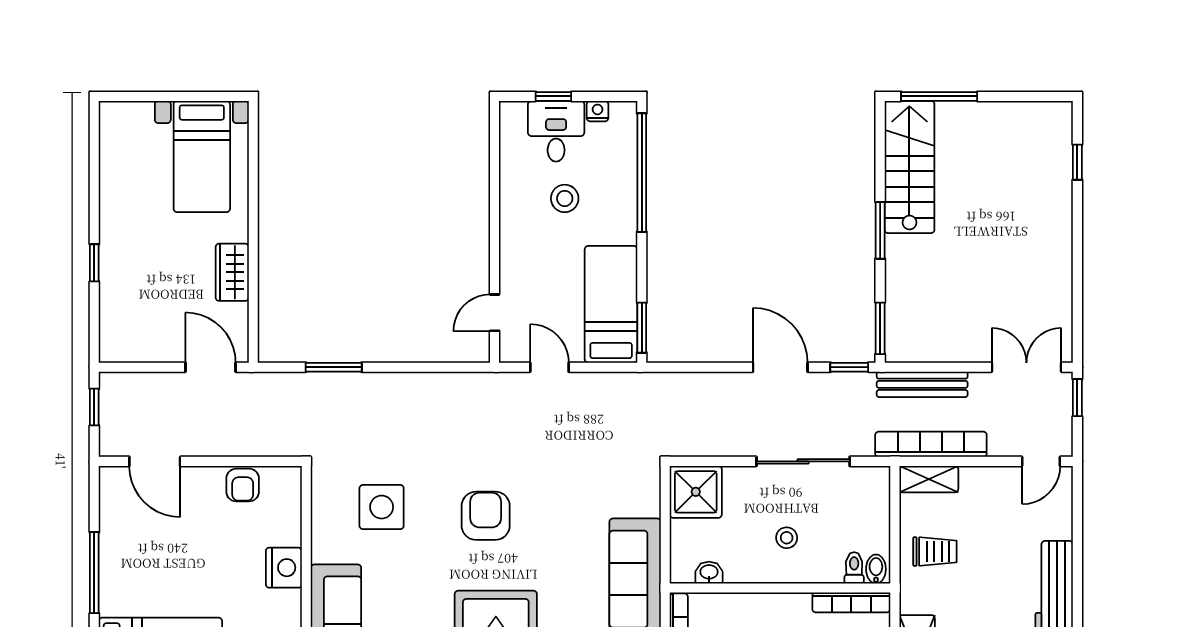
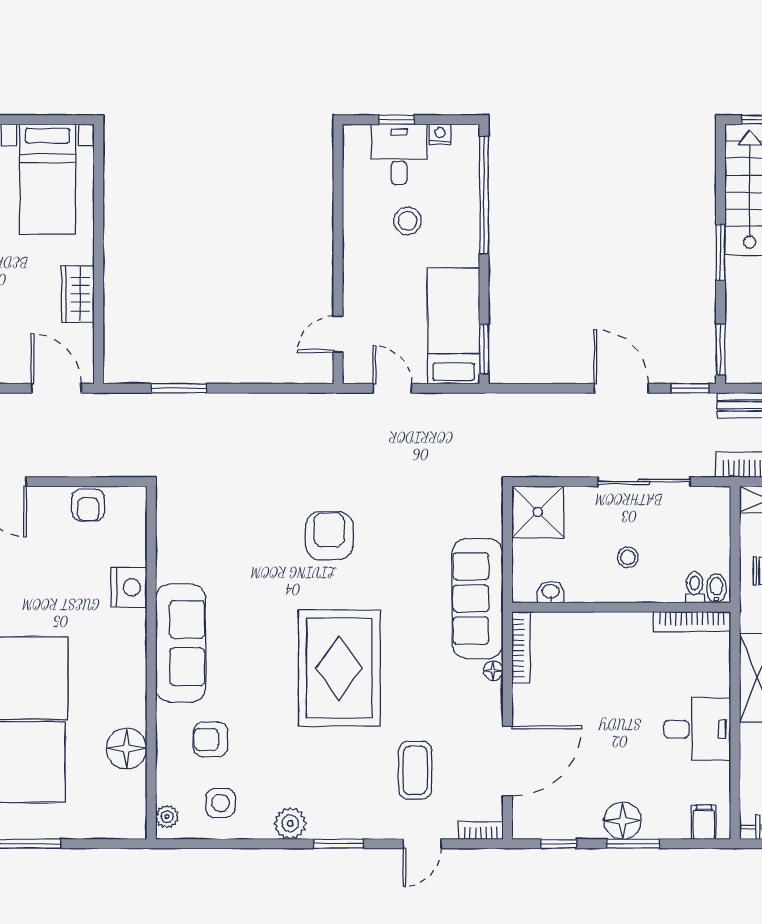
side table: (382, 507) -> (226, 527), removed

